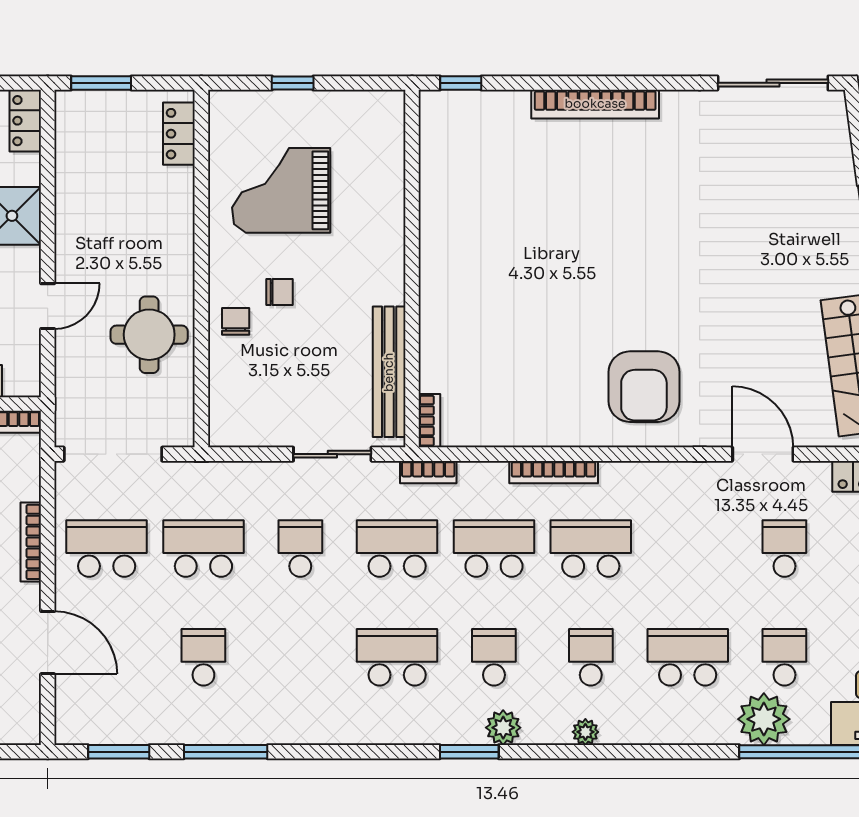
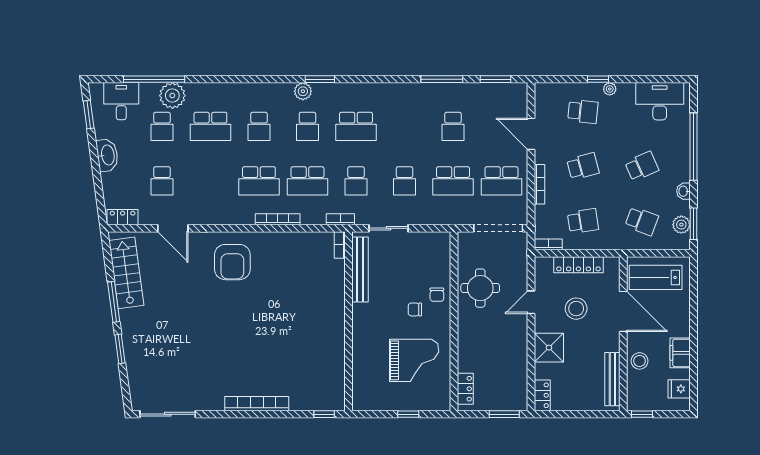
armchair: (644, 387) -> (232, 262), turned 180
school desk: (397, 549) -> (356, 181), width x0.54
plant: (585, 732) -> (262, 89), removed

